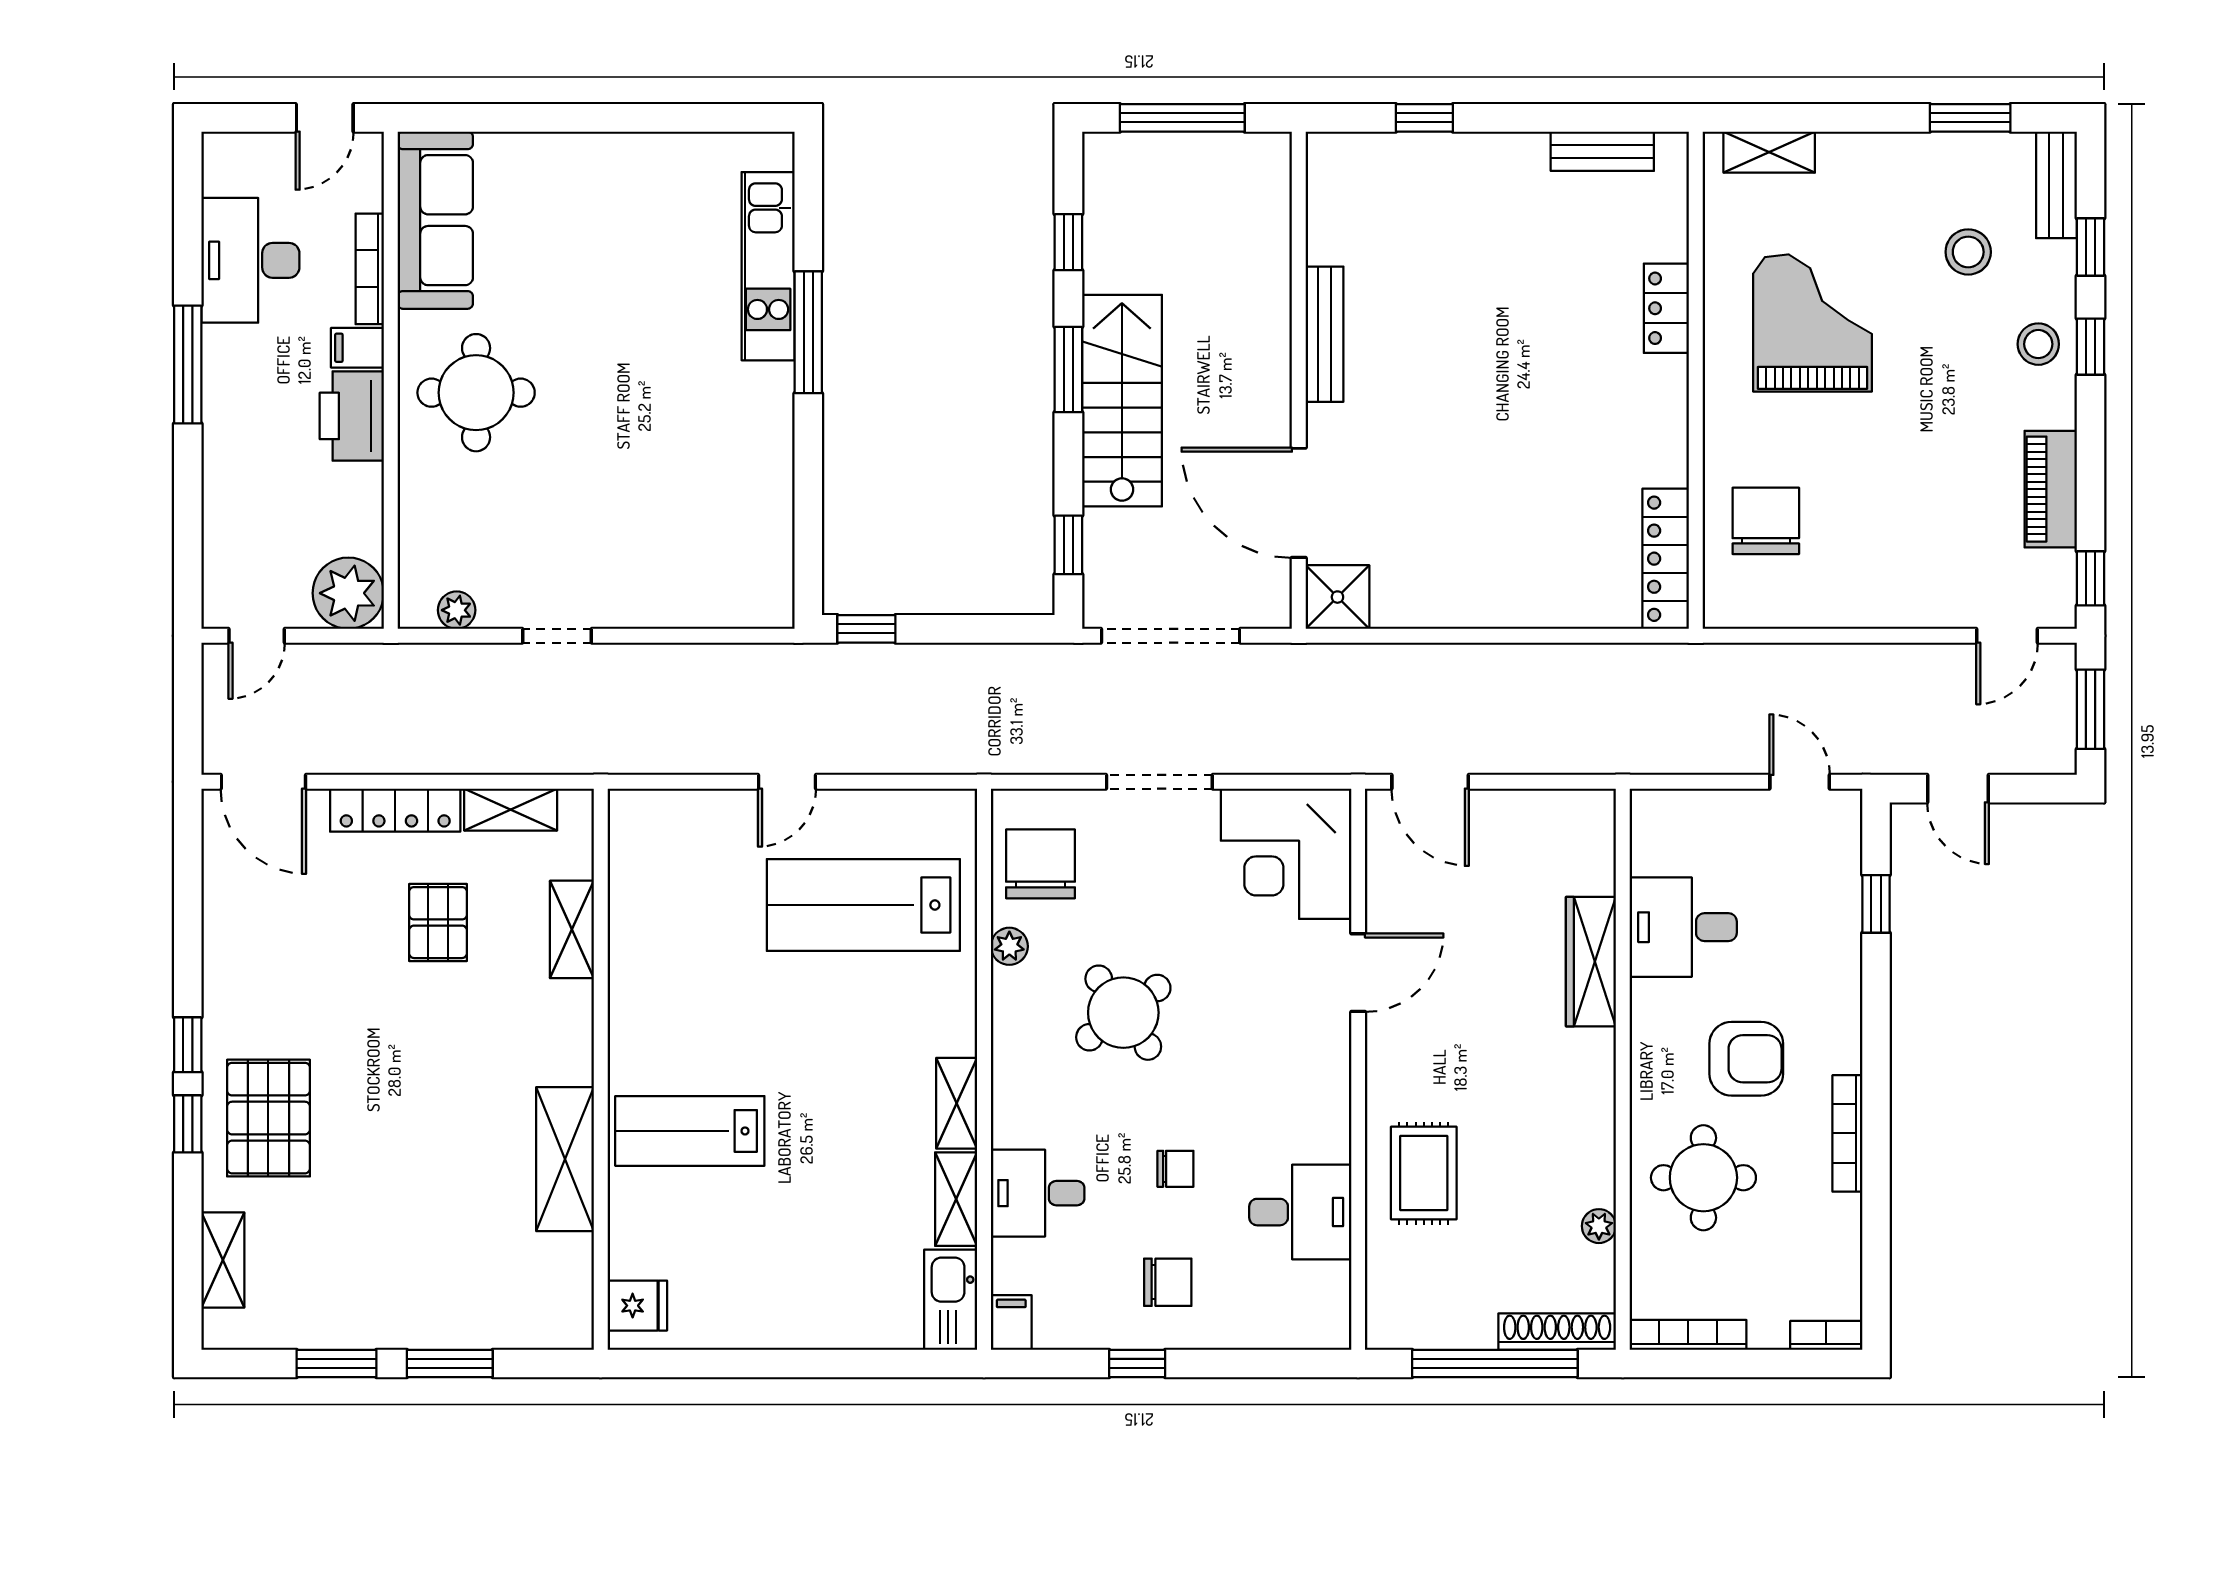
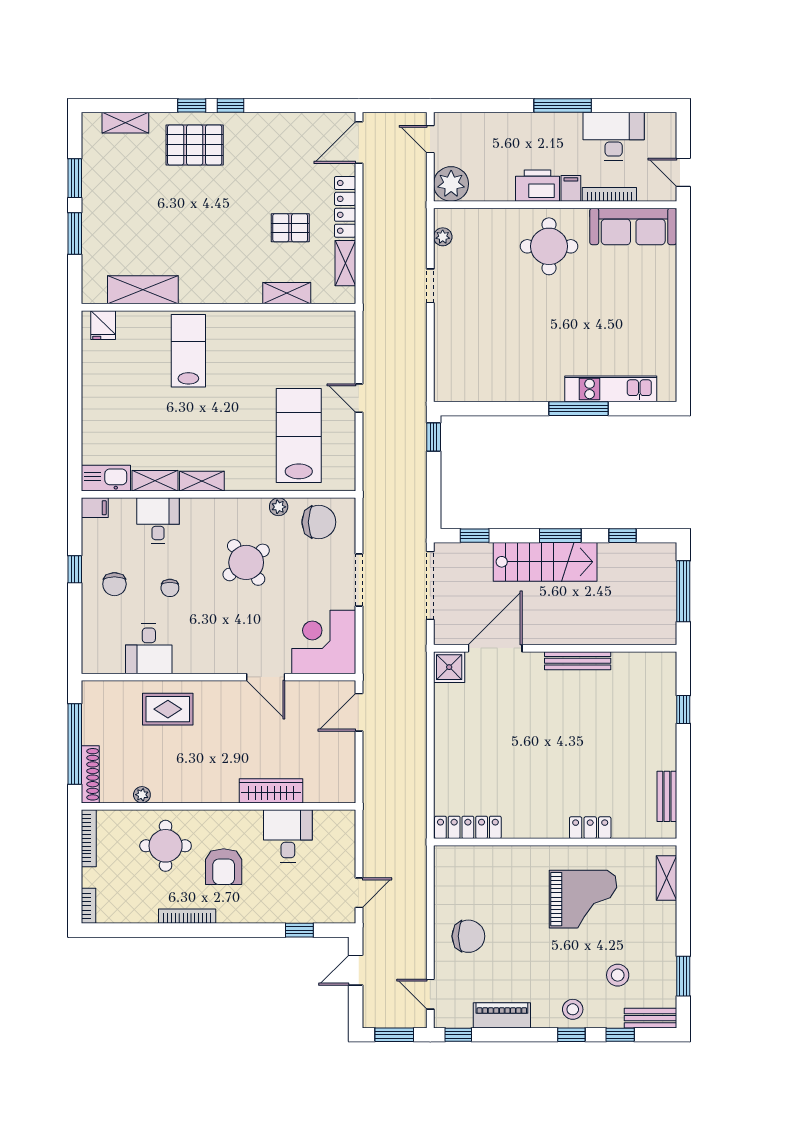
chair: (1766, 521) -> (468, 936), moved
shelving: (565, 1159) -> (143, 290), moved

